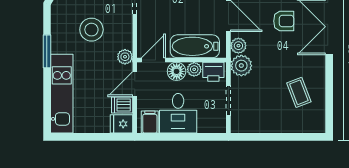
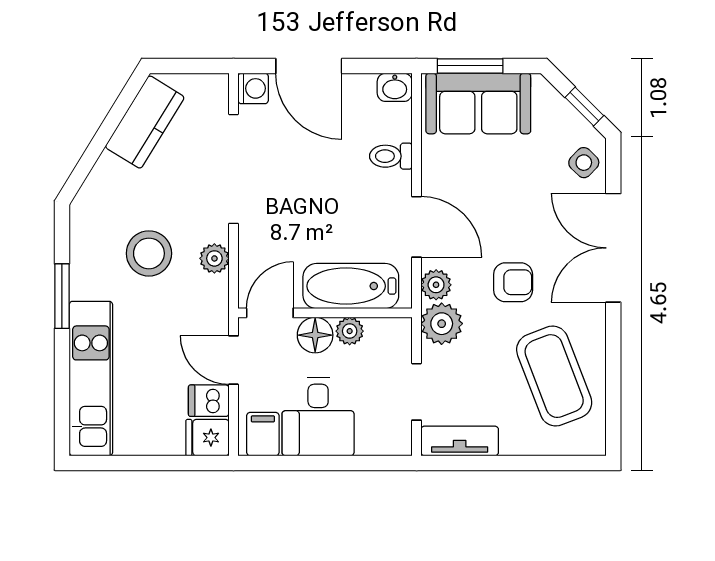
armchair: (284, 21) -> (513, 282), moved
plant: (125, 57) -> (214, 258), moved
printer: (213, 72) -> (387, 336), removed
door: (135, 84) -> (233, 360), hinge flipped
coffee table: (299, 92) -> (554, 376), width x1.86, depth x1.72
tv unit: (251, 126) -> (460, 441), added

